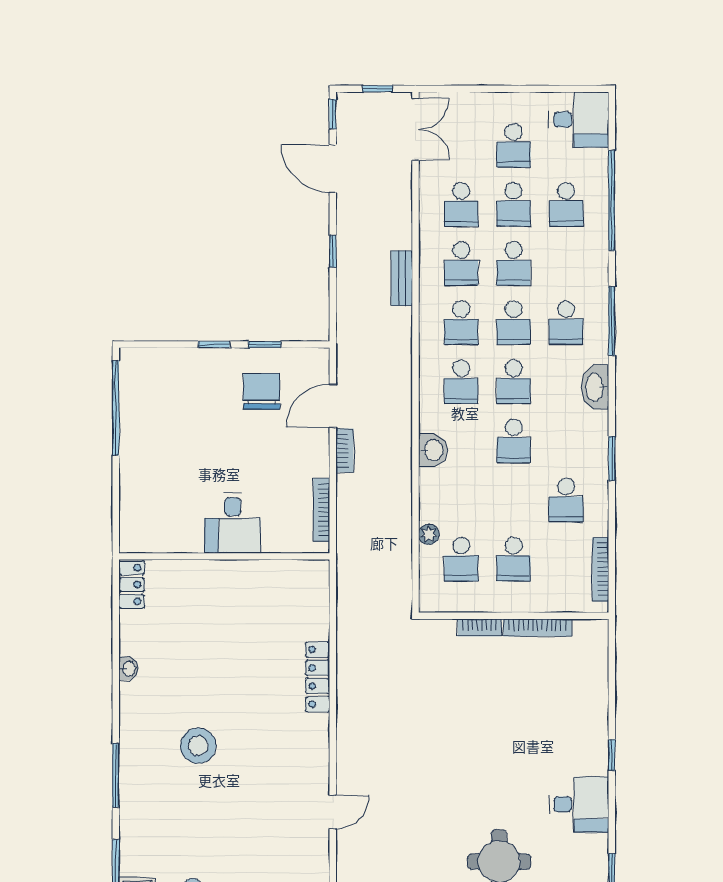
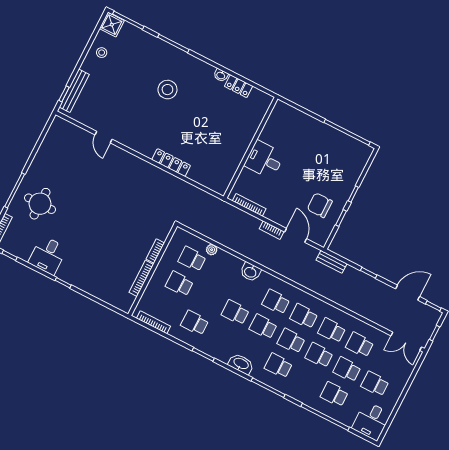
bench: (402, 278) -> (331, 262), moved
chair: (262, 391) -> (320, 205), turned 180
locker: (132, 585) -> (239, 86), moved

